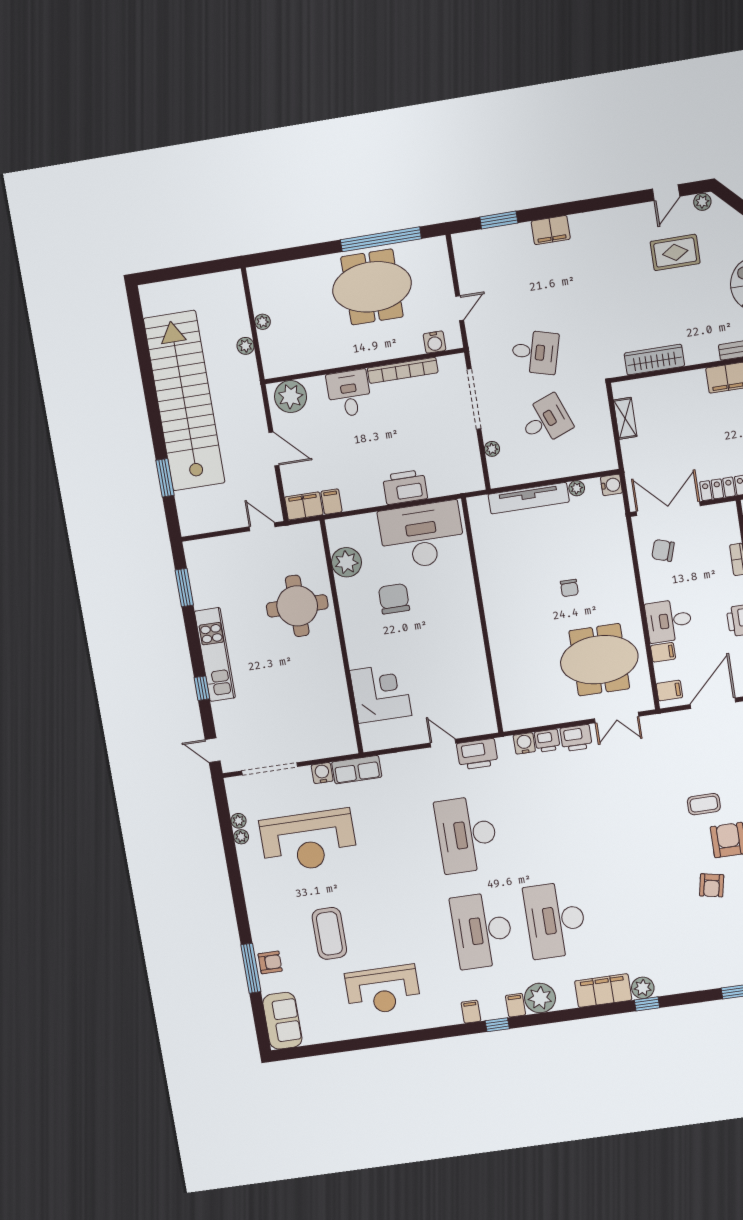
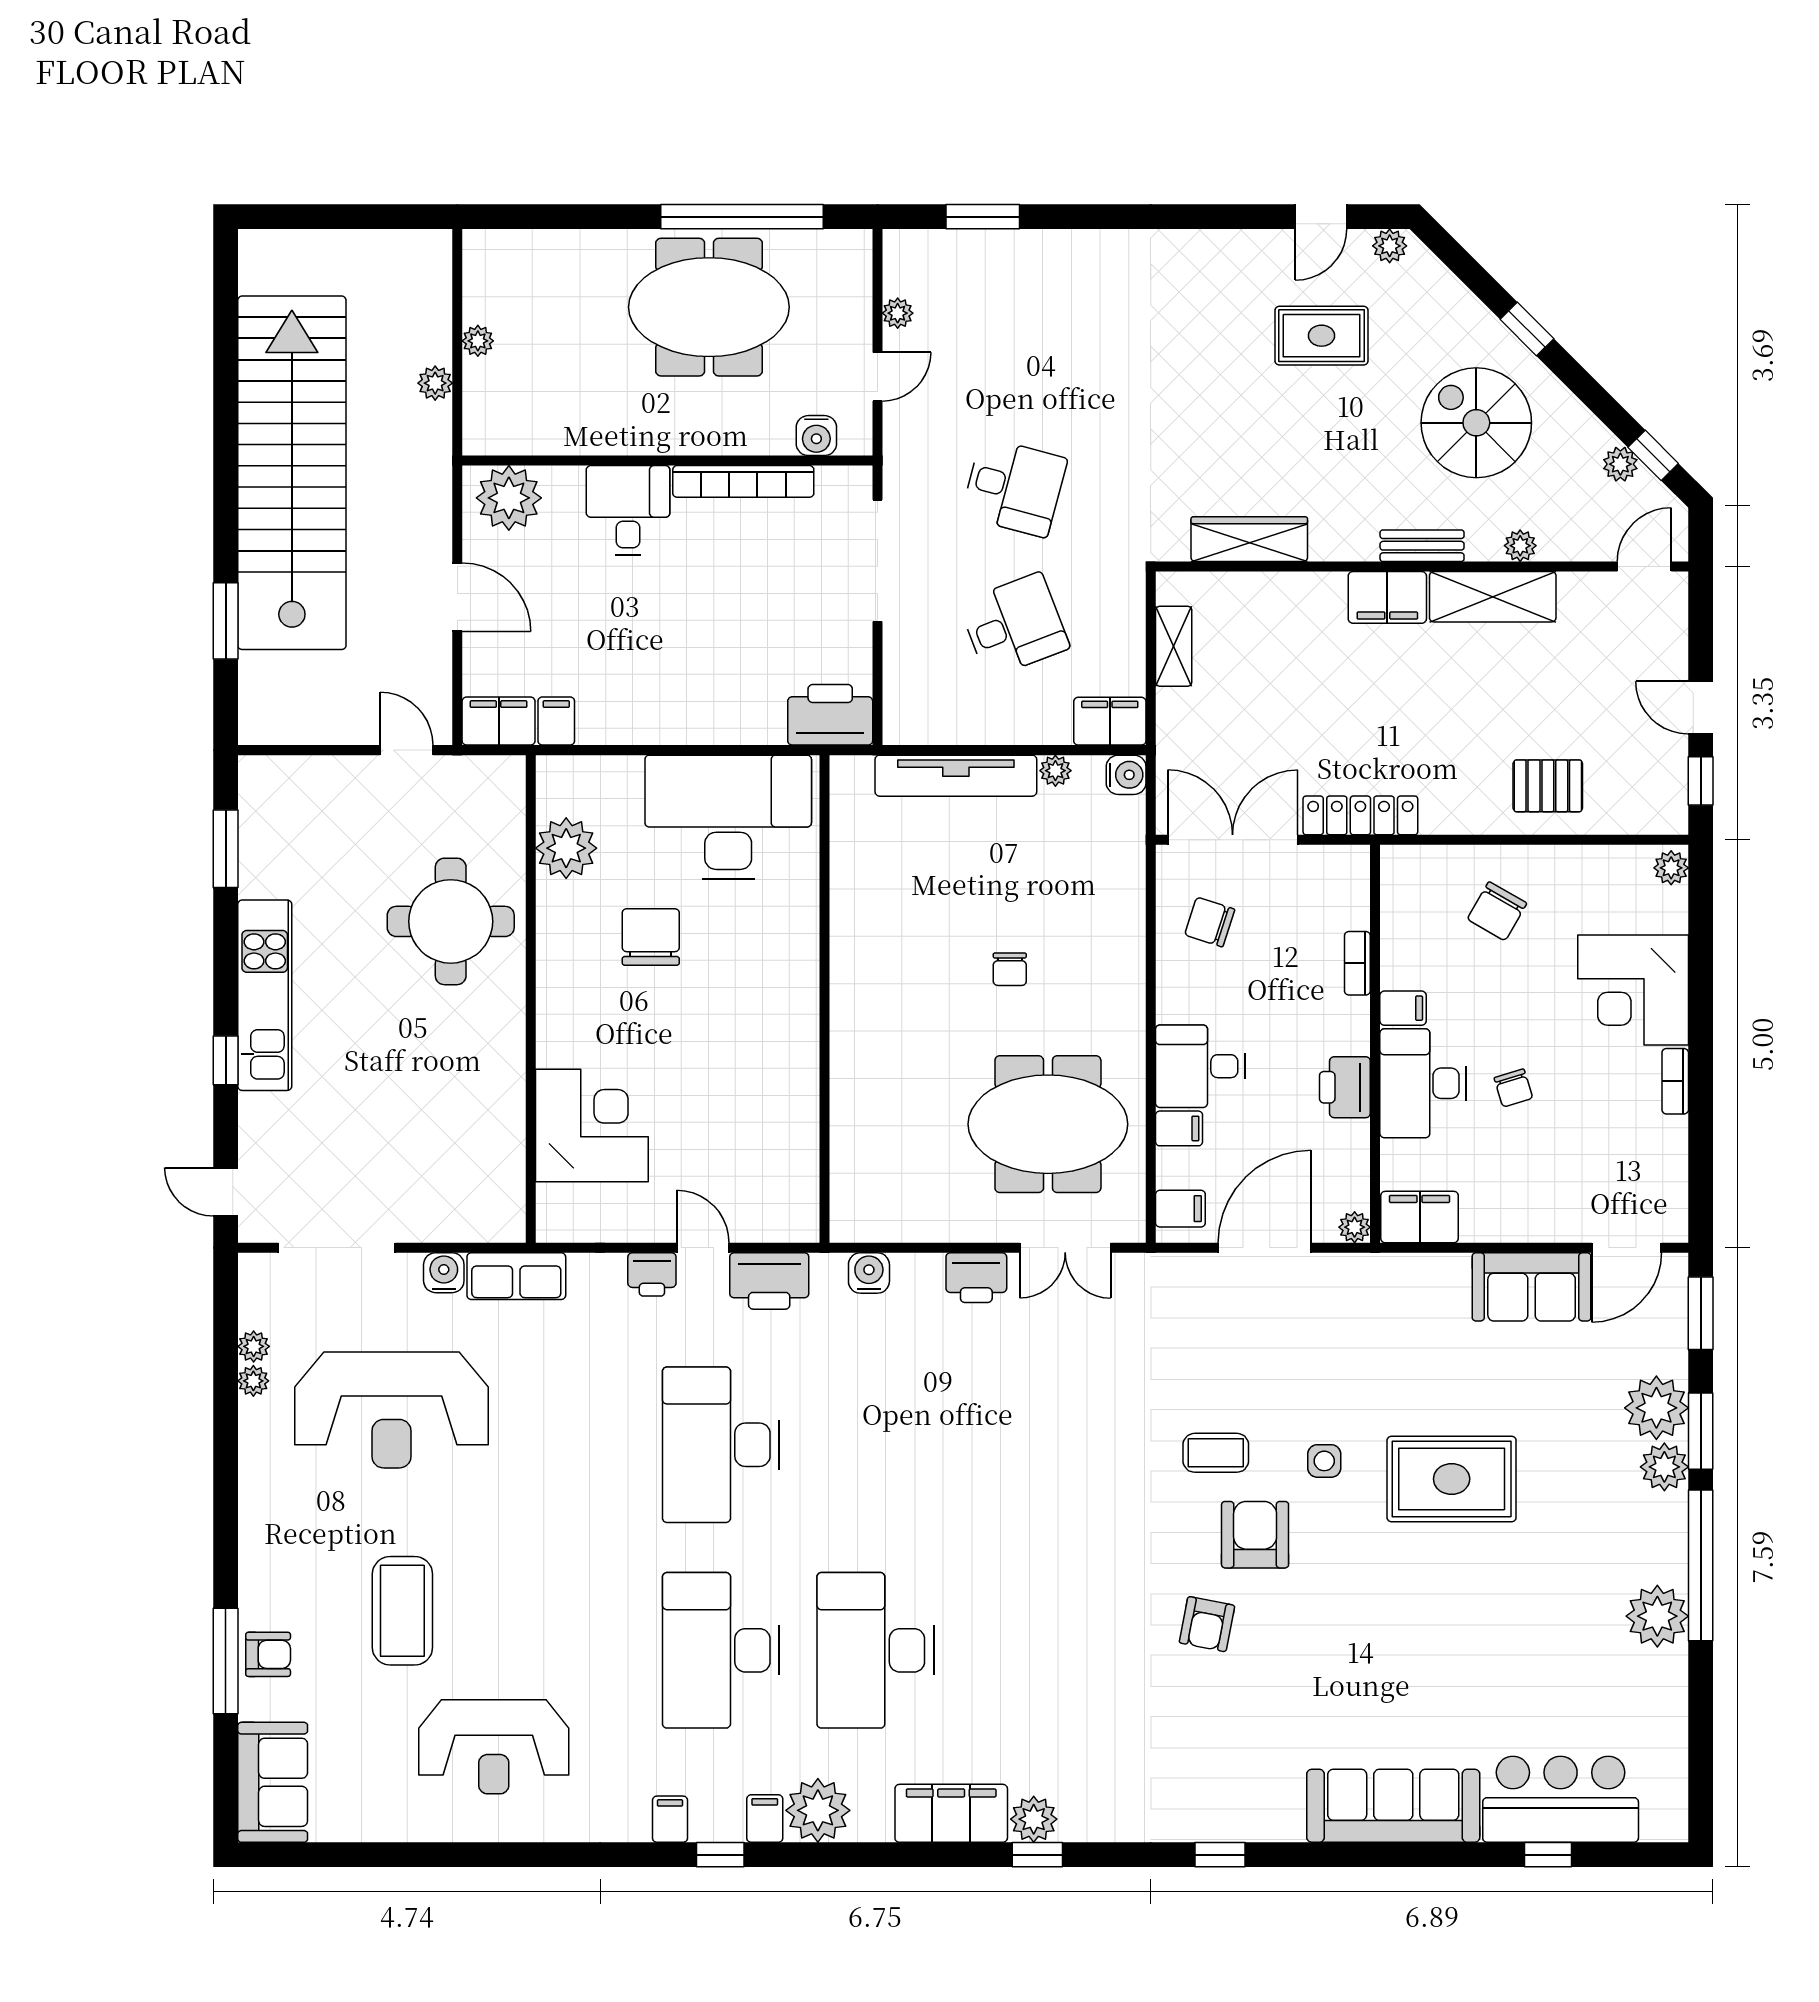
filing cabinet: (551, 230) -> (1110, 721), moved, turned 180
plant: (492, 449) -> (898, 313), moved
printer: (405, 487) -> (830, 715), moved
printer: (547, 741) -> (652, 1274), moved

